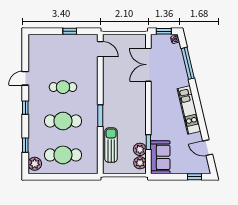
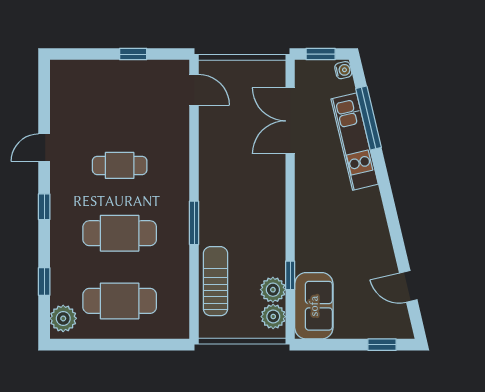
kitchen unit: (189, 110) -> (355, 142), moved

